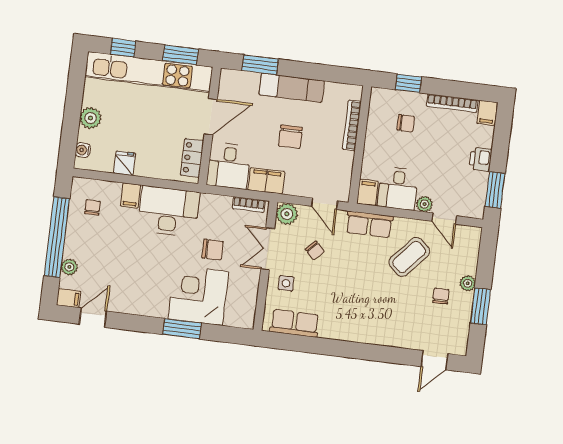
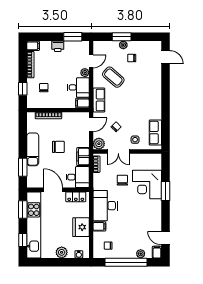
fridge: (125, 163) -> (81, 227), width x1.88, depth x1.34
window: (481, 306) -> (122, 37), moved

